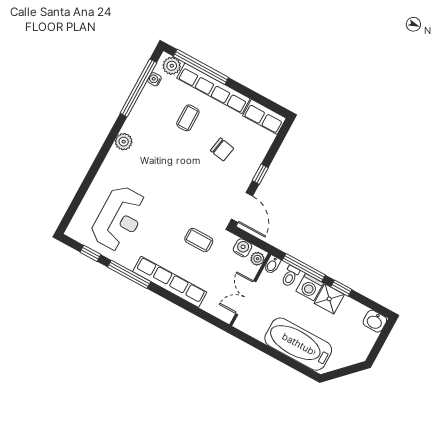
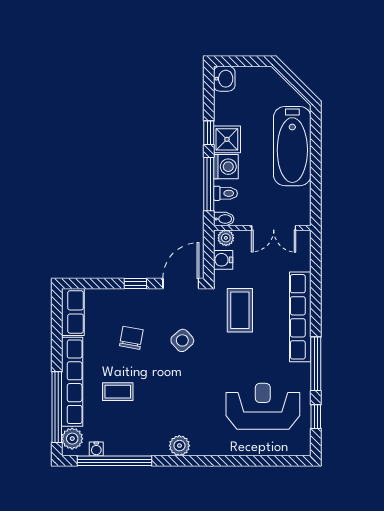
side table: (200, 186) -> (182, 340), added
coffee table: (199, 240) -> (240, 310), width x1.36, depth x1.30

